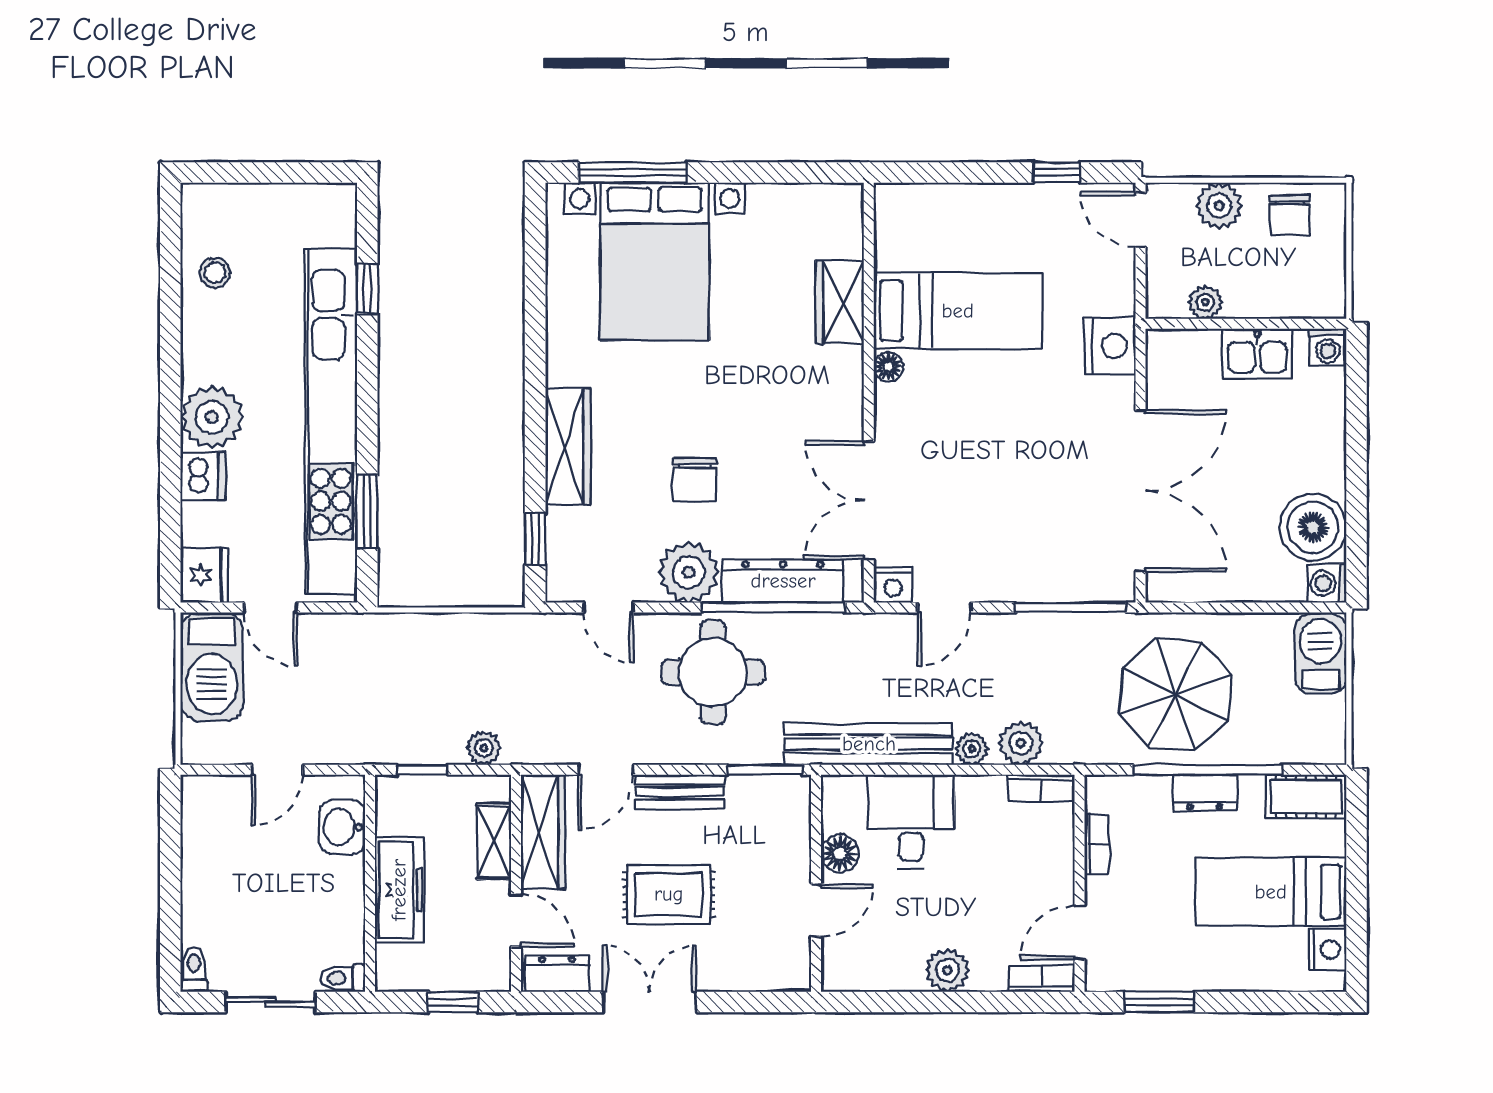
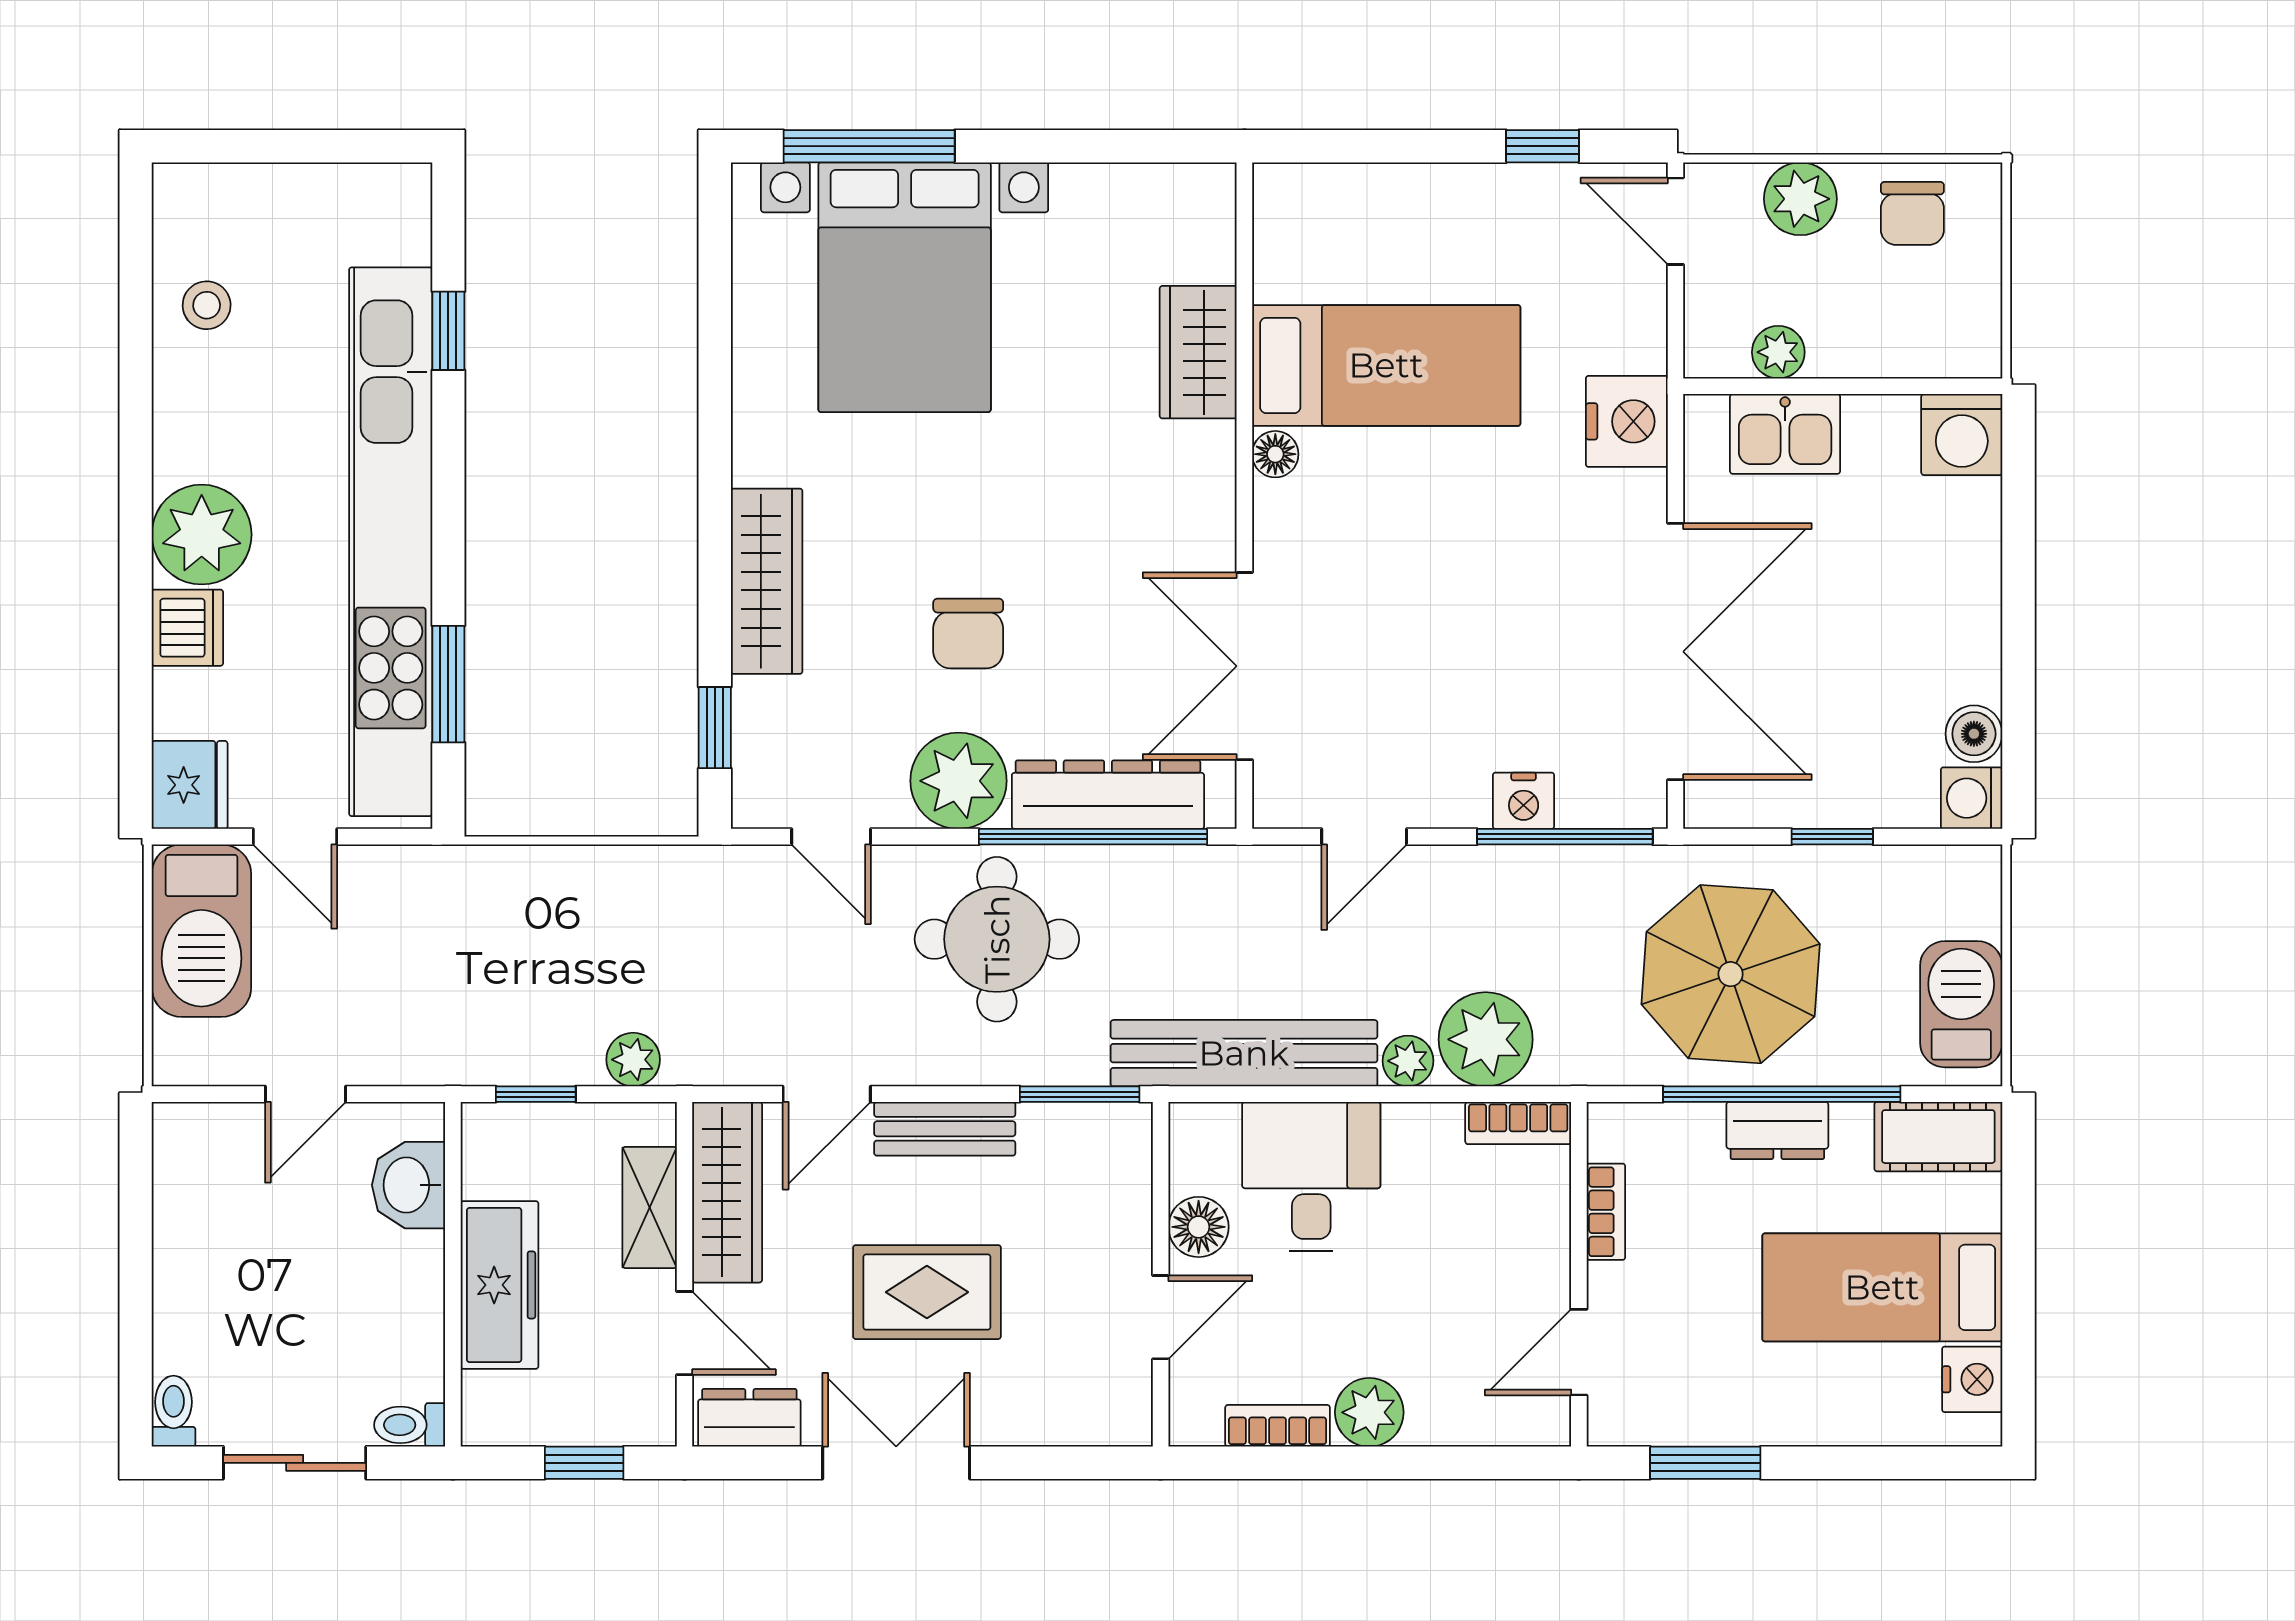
washing machine: (1328, 347) -> (1962, 435), width x1.38, depth x1.38
kitchen sink: (1257, 354) -> (1785, 434), moved
boiler: (1313, 527) -> (1974, 734), width x0.54, depth x0.54
nightstand: (893, 585) -> (1524, 801), moved
window: (1239, 608) -> (1832, 837), added
barbecue: (1320, 654) -> (1961, 1004), moved
plant: (1021, 743) -> (1486, 1039), width x1.36, depth x1.36
bookcase: (1042, 979) -> (1278, 1426), moved

